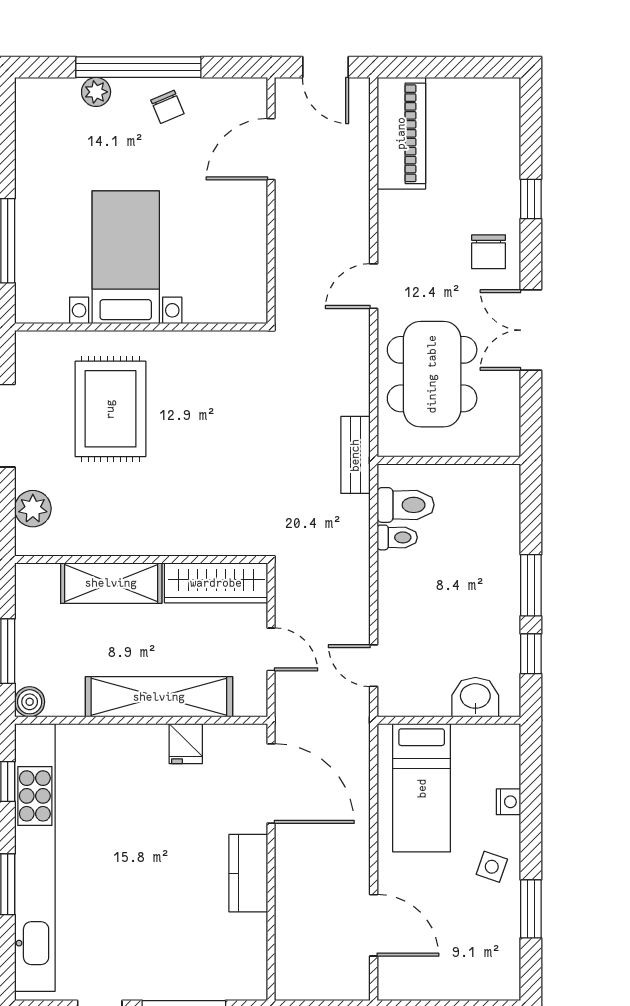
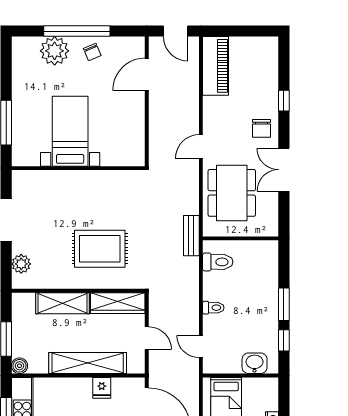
plant: (96, 92) -> (55, 51), width x1.88, depth x1.88
rug: (110, 409) -> (100, 249), moved, turned 90
toilet: (397, 537) -> (213, 308), moved

